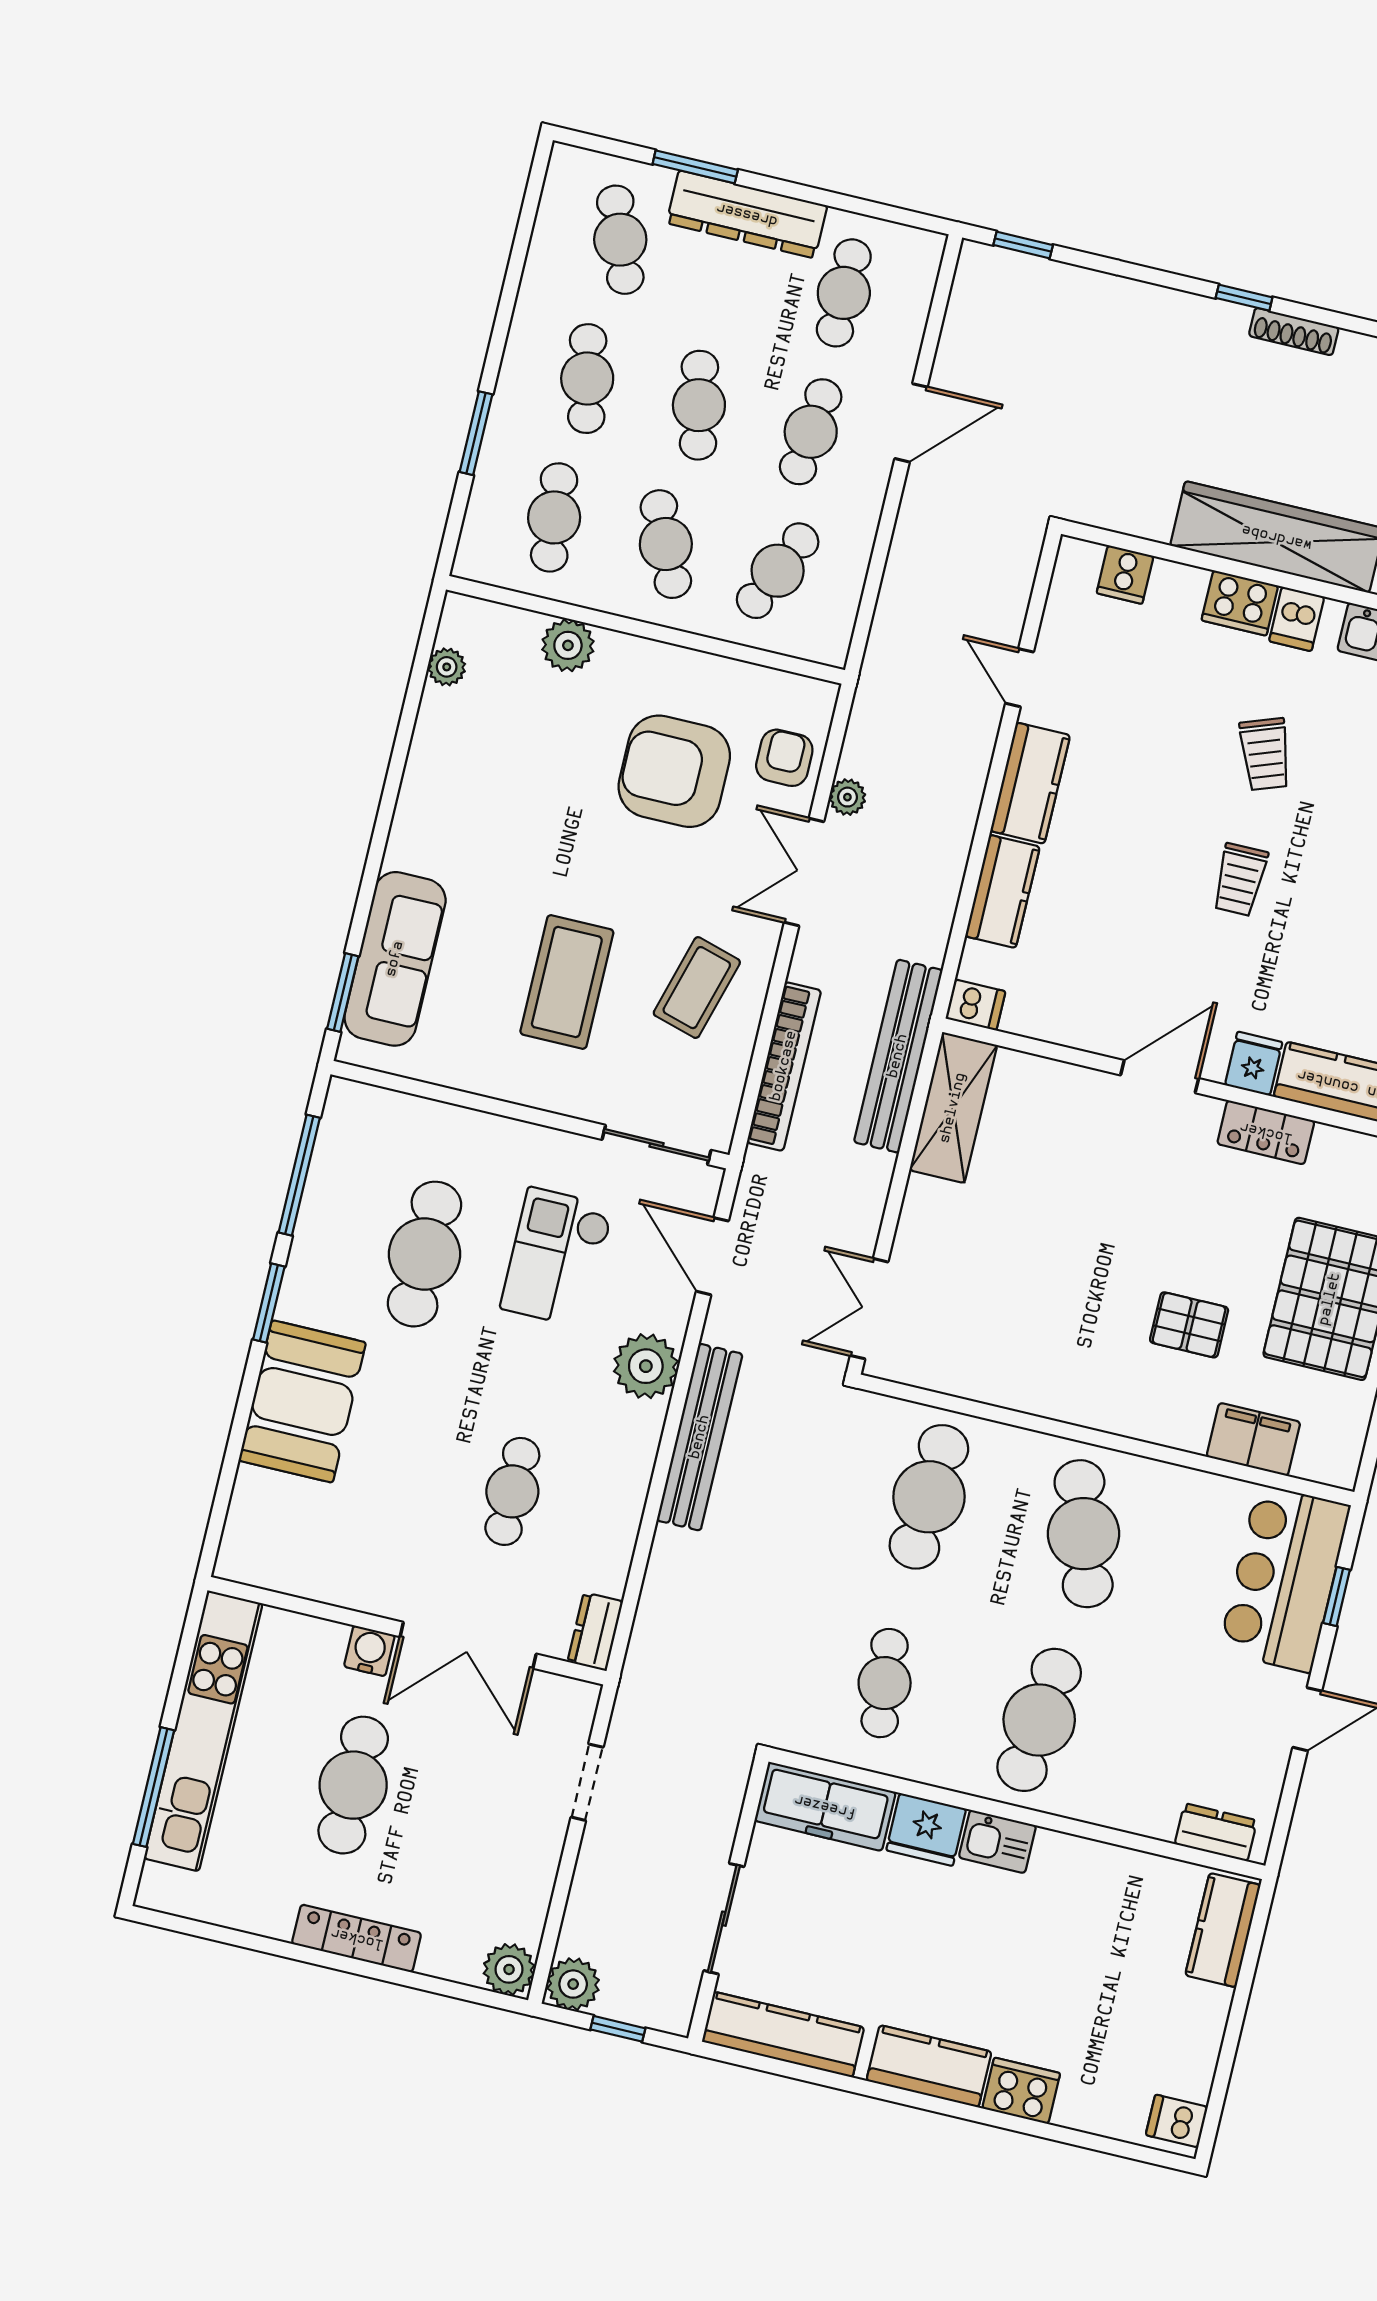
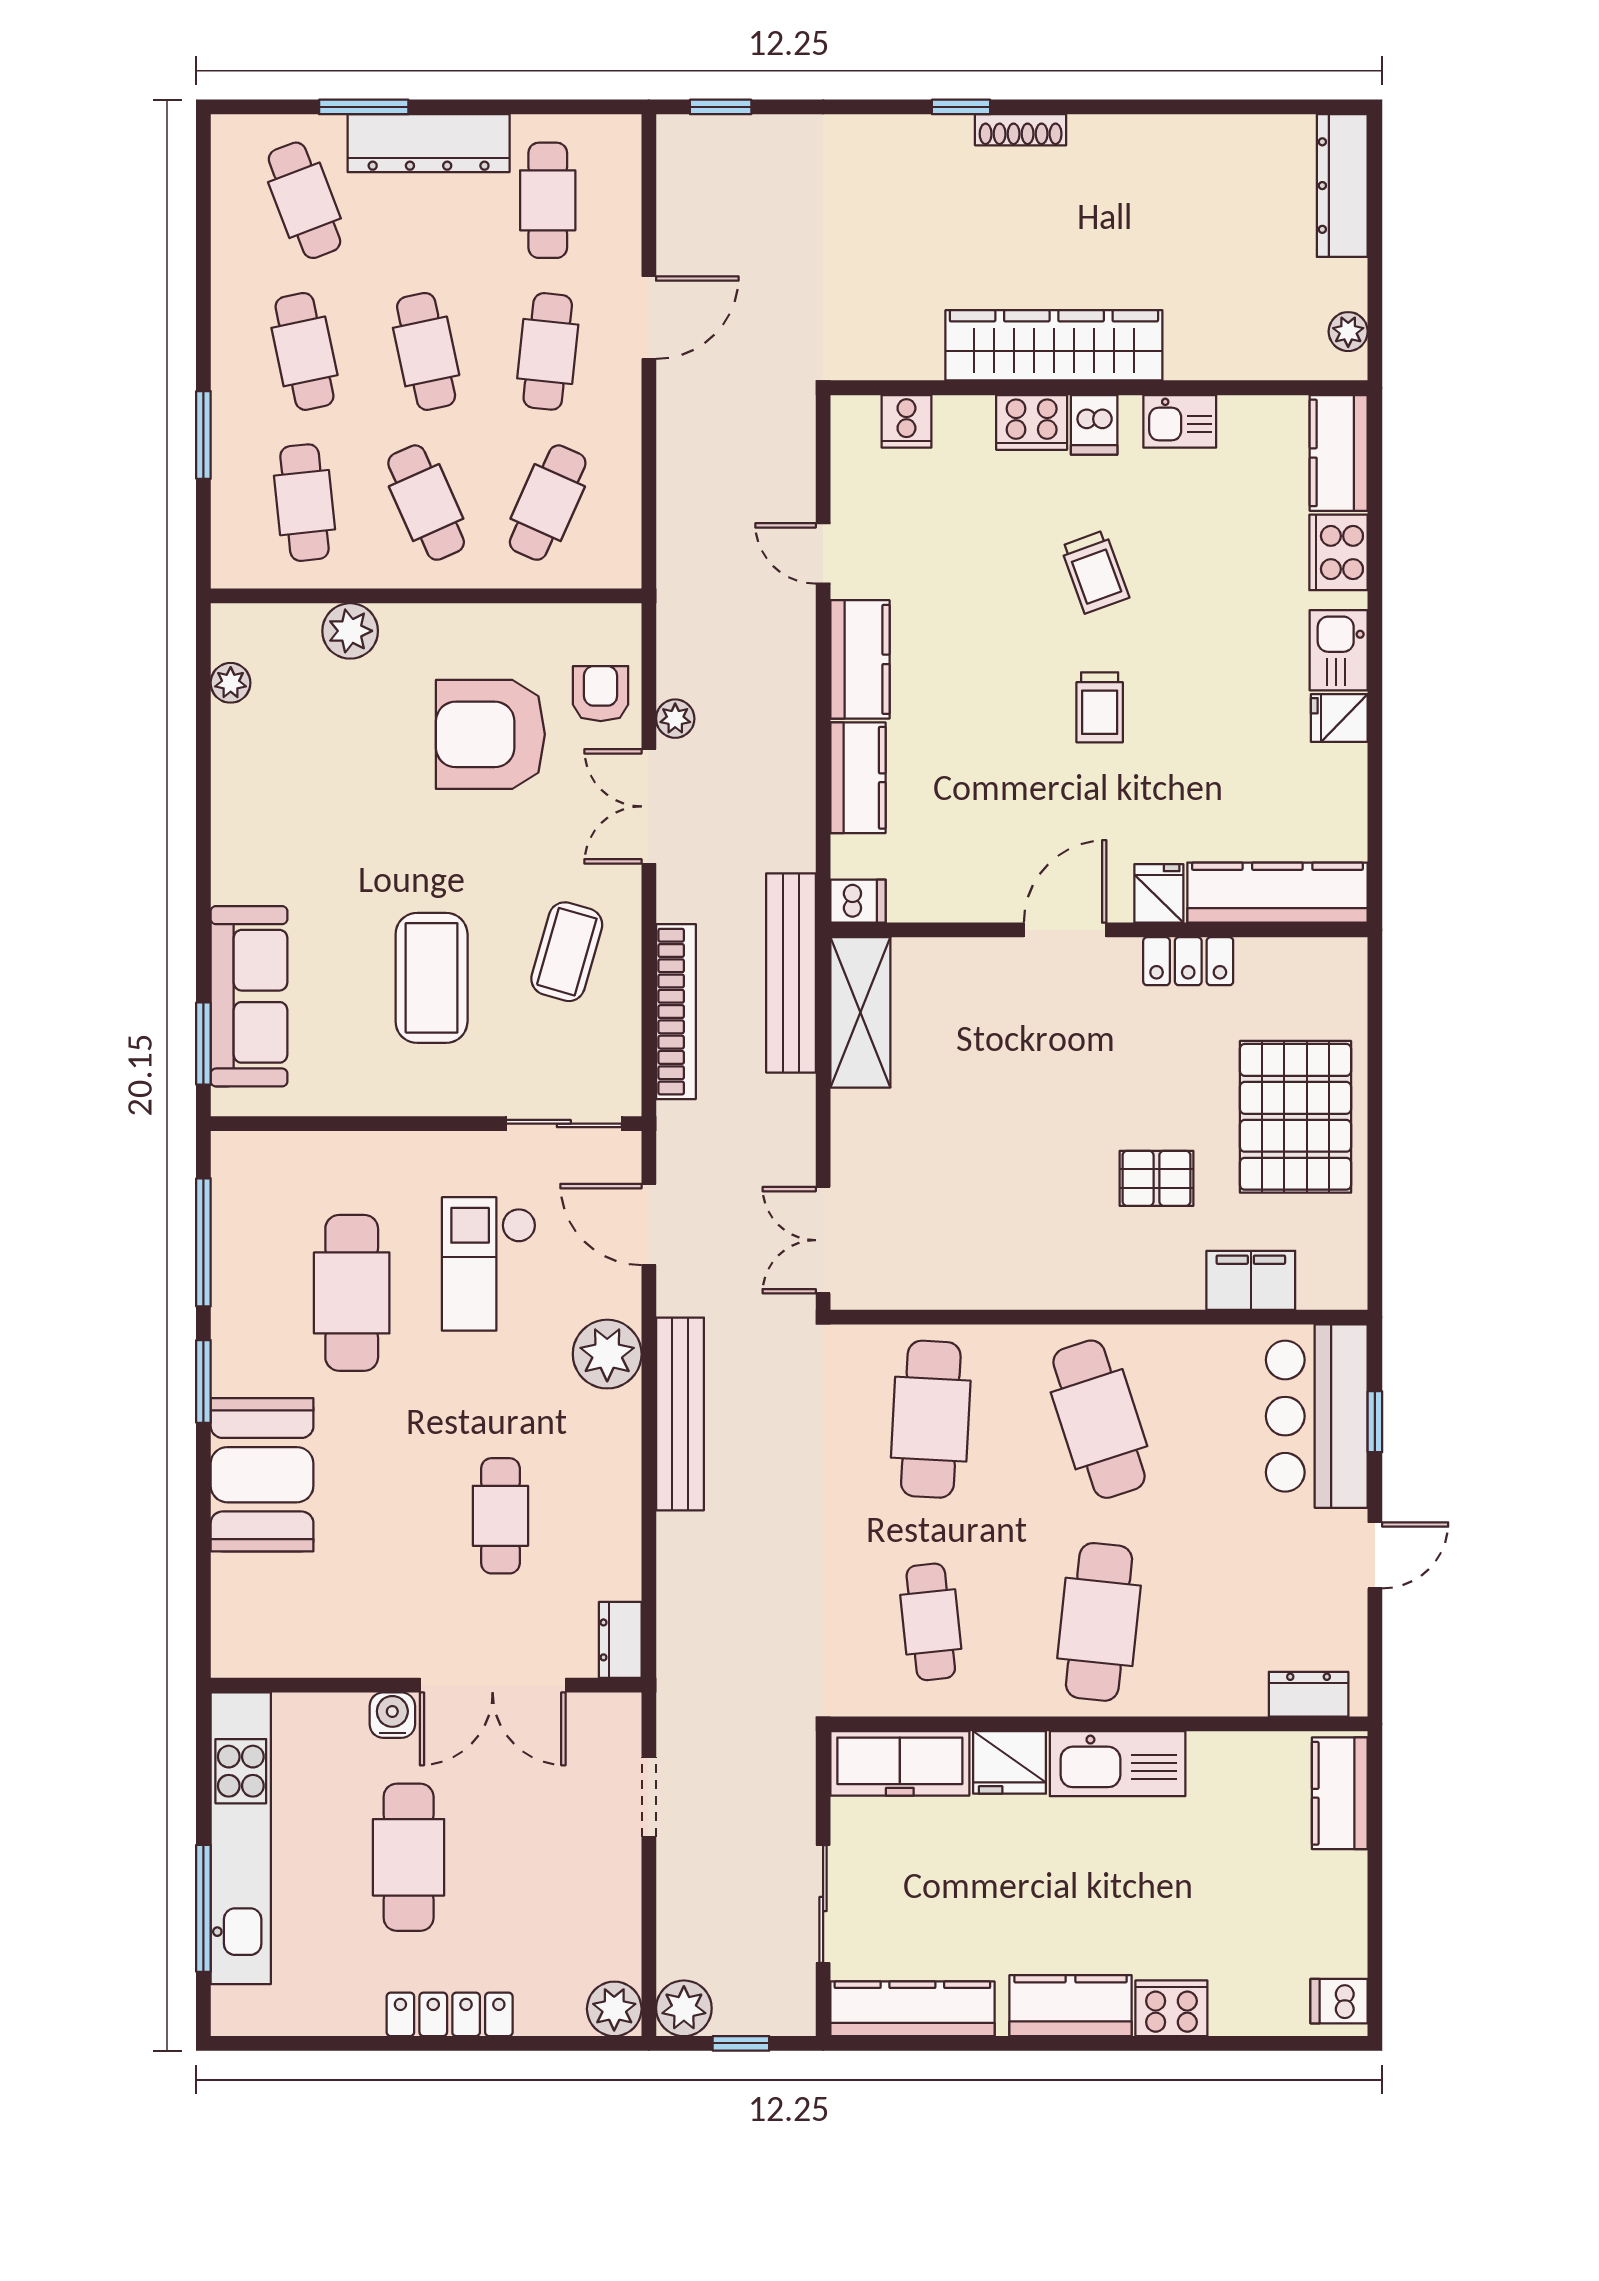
kitchen sink: (997, 1842) -> (1118, 1764), width x1.87, depth x1.24

